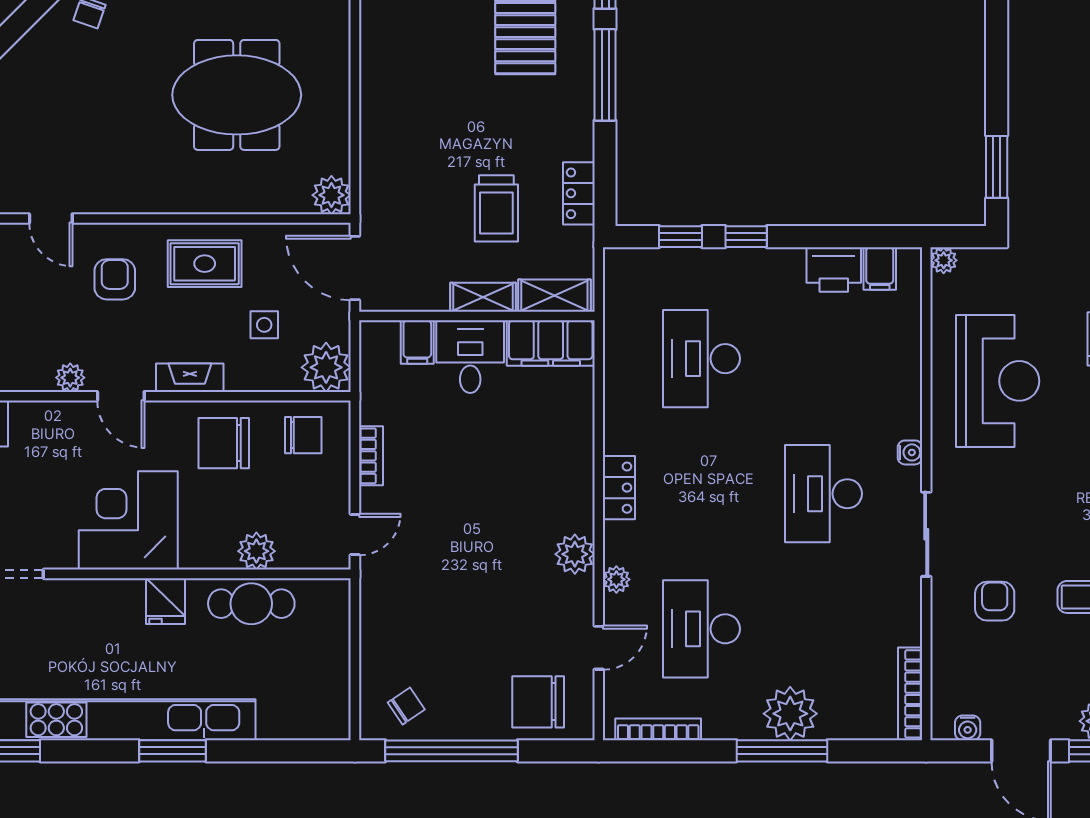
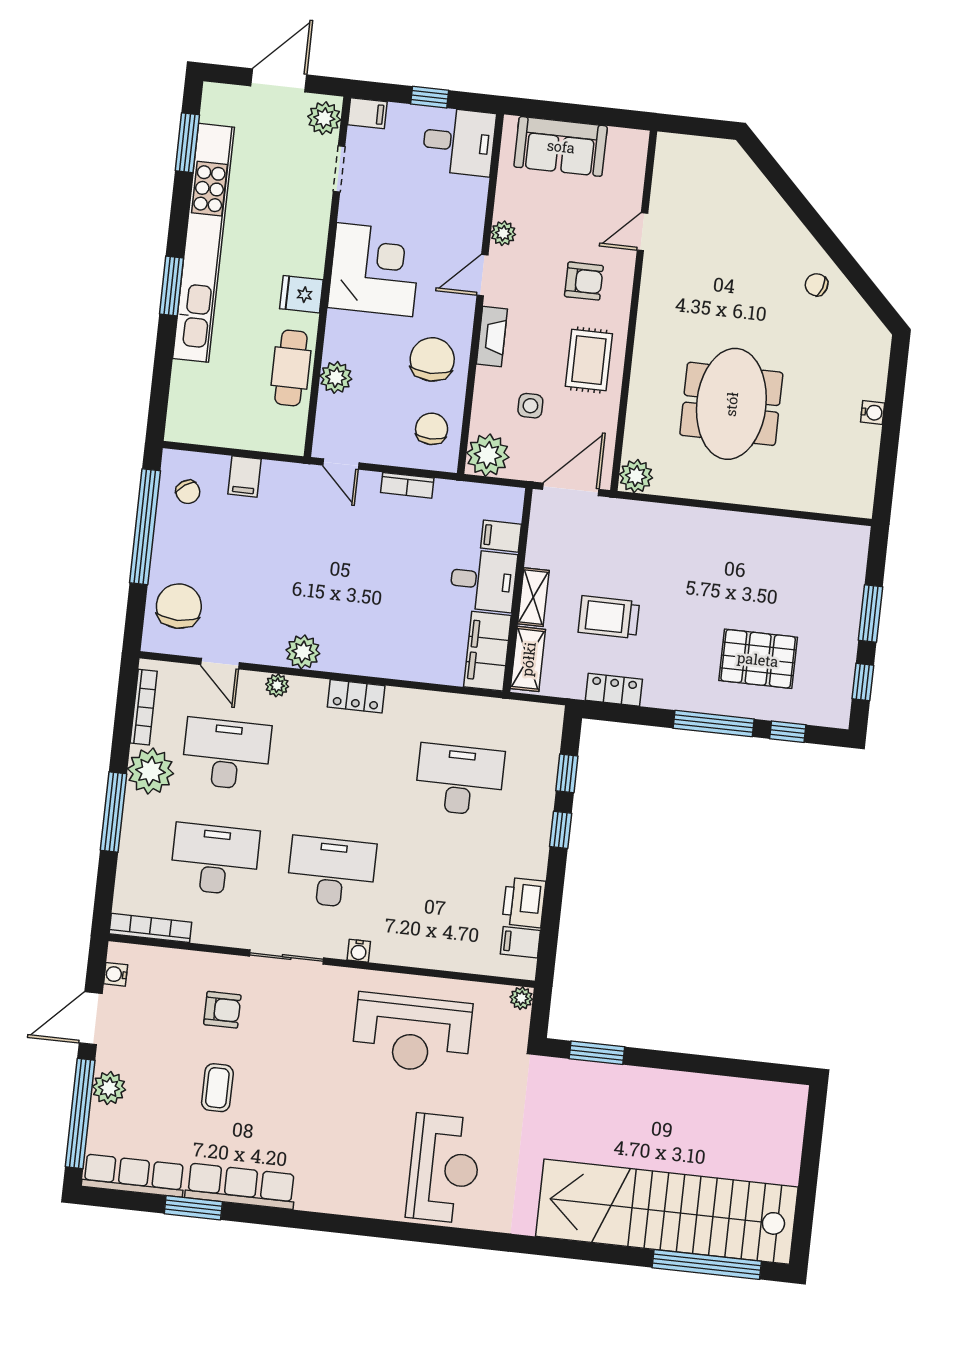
chair: (303, 435) -> (432, 429), turned 180
desk: (824, 629) -> (215, 859), added
filing cabinet: (381, 643) -> (245, 477), added
plant: (790, 714) -> (150, 771), moved

